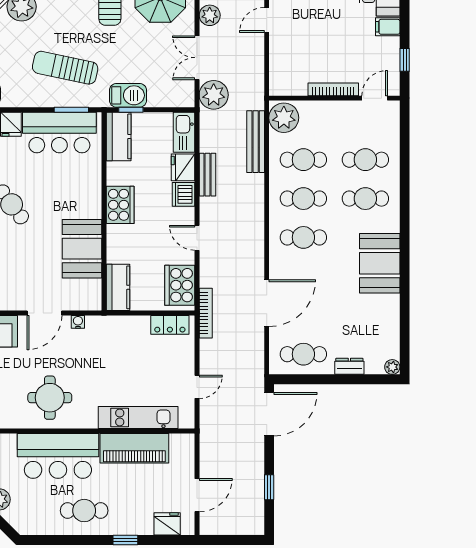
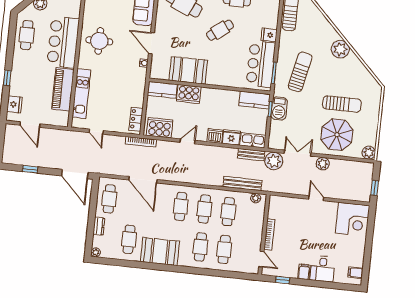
plant: (284, 118) -> (256, 198), width x0.53, depth x0.53
bench: (207, 175) -> (251, 155), moved
cooker: (120, 205) -> (189, 94), moved
cafe table: (365, 315) -> (129, 239), added
cafe table: (84, 511) -> (27, 35), moved

